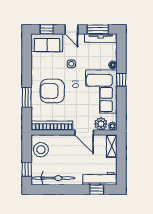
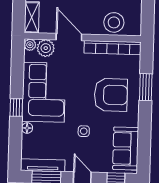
sofa: (47, 43) -> (126, 149), moved, turned -90
stool: (41, 150) -> (114, 22), moved

